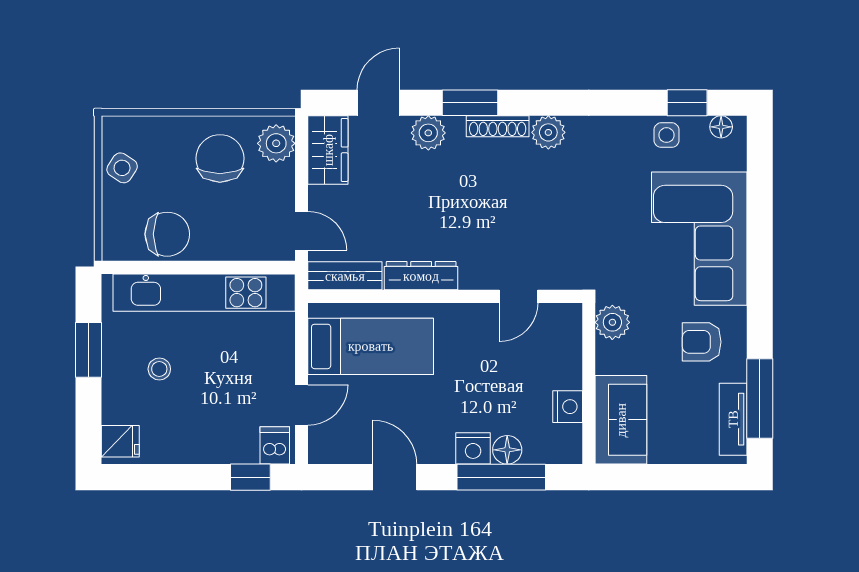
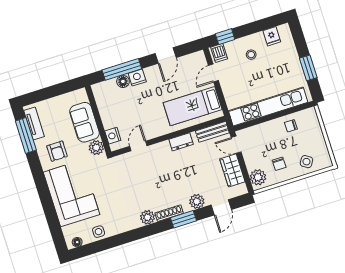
window: (687, 103) -> (94, 248), removed
wardrobe: (328, 150) -> (232, 170), moved
chair: (220, 158) -> (279, 164), width x0.54, depth x0.54
side table: (122, 168) -> (306, 162), moved
chair: (167, 234) -> (291, 126), width x0.54, depth x0.54
dresser: (421, 276) -> (181, 142), width x0.70
armchair: (702, 342) -> (57, 151), turned 90
stool: (159, 369) -> (251, 55), moved
nightstand: (568, 407) -> (113, 136), moved
sofa: (621, 420) -> (84, 122), moved
fridge: (120, 441) -> (272, 36), moved, turned -90
door: (395, 477) -> (166, 56), hinge flipped

